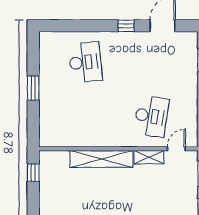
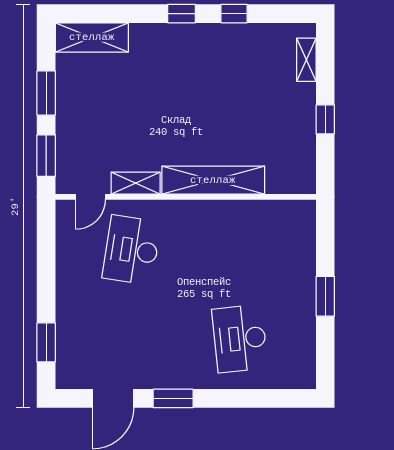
window: (126, 26) -> (173, 398), width x1.50
window: (33, 173) -> (325, 119), moved

